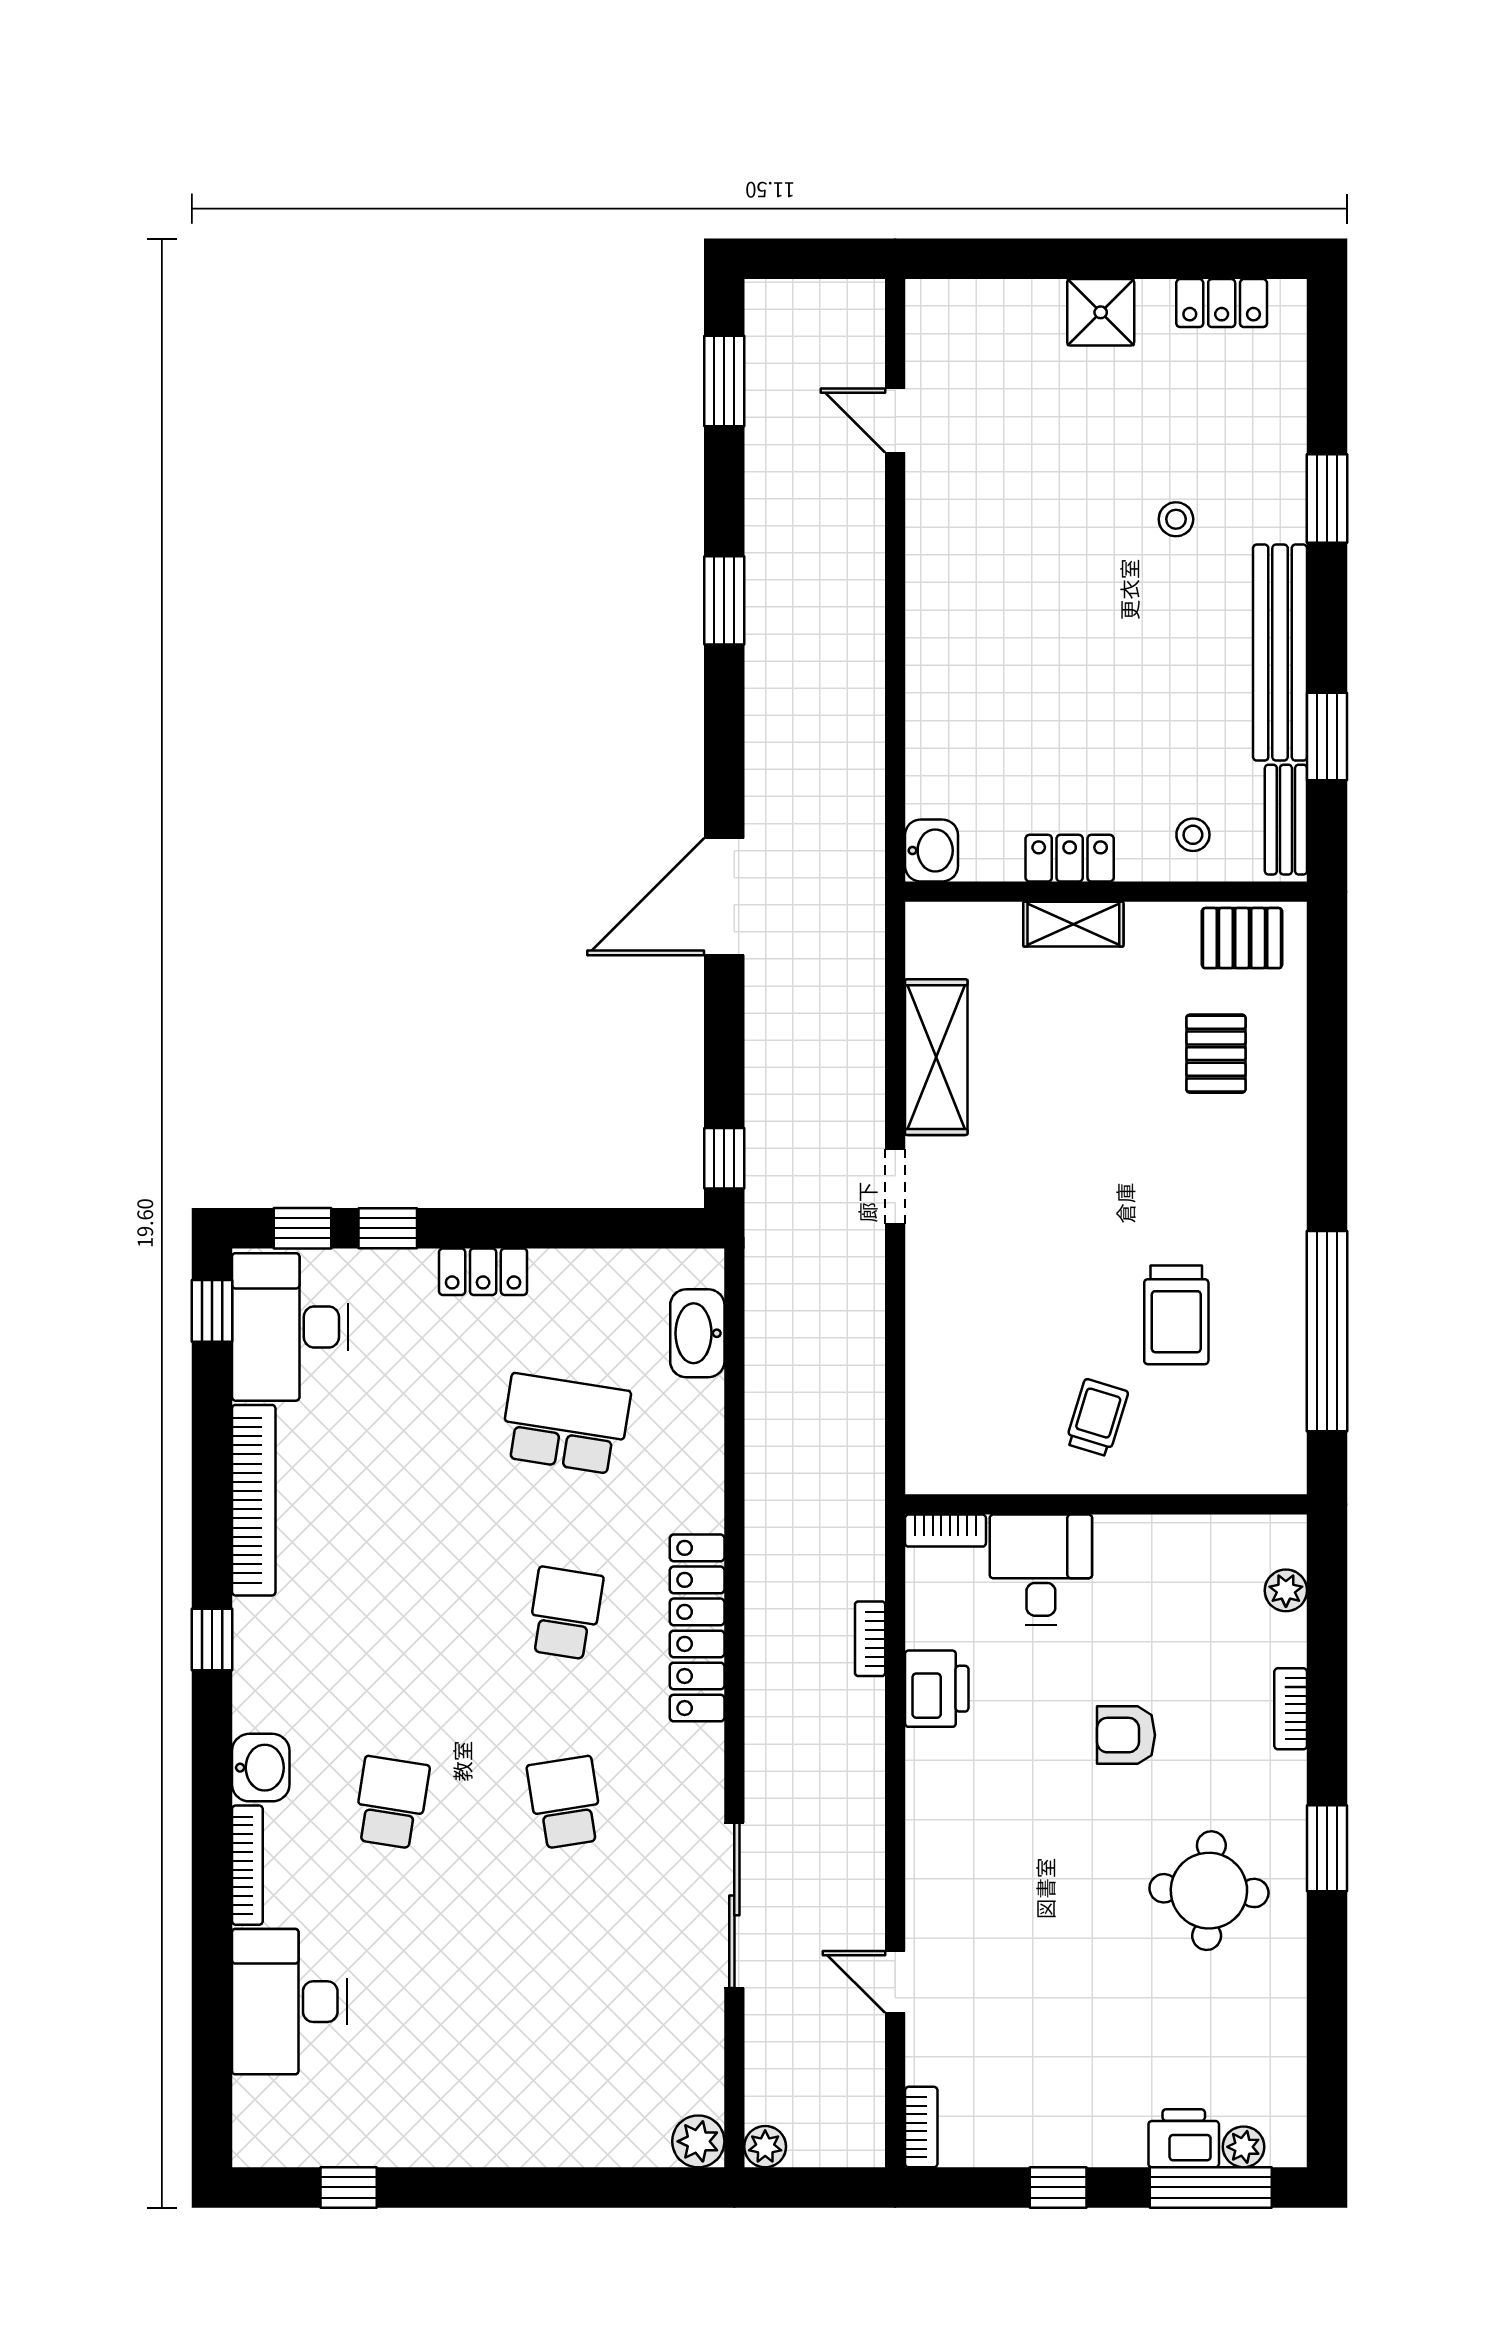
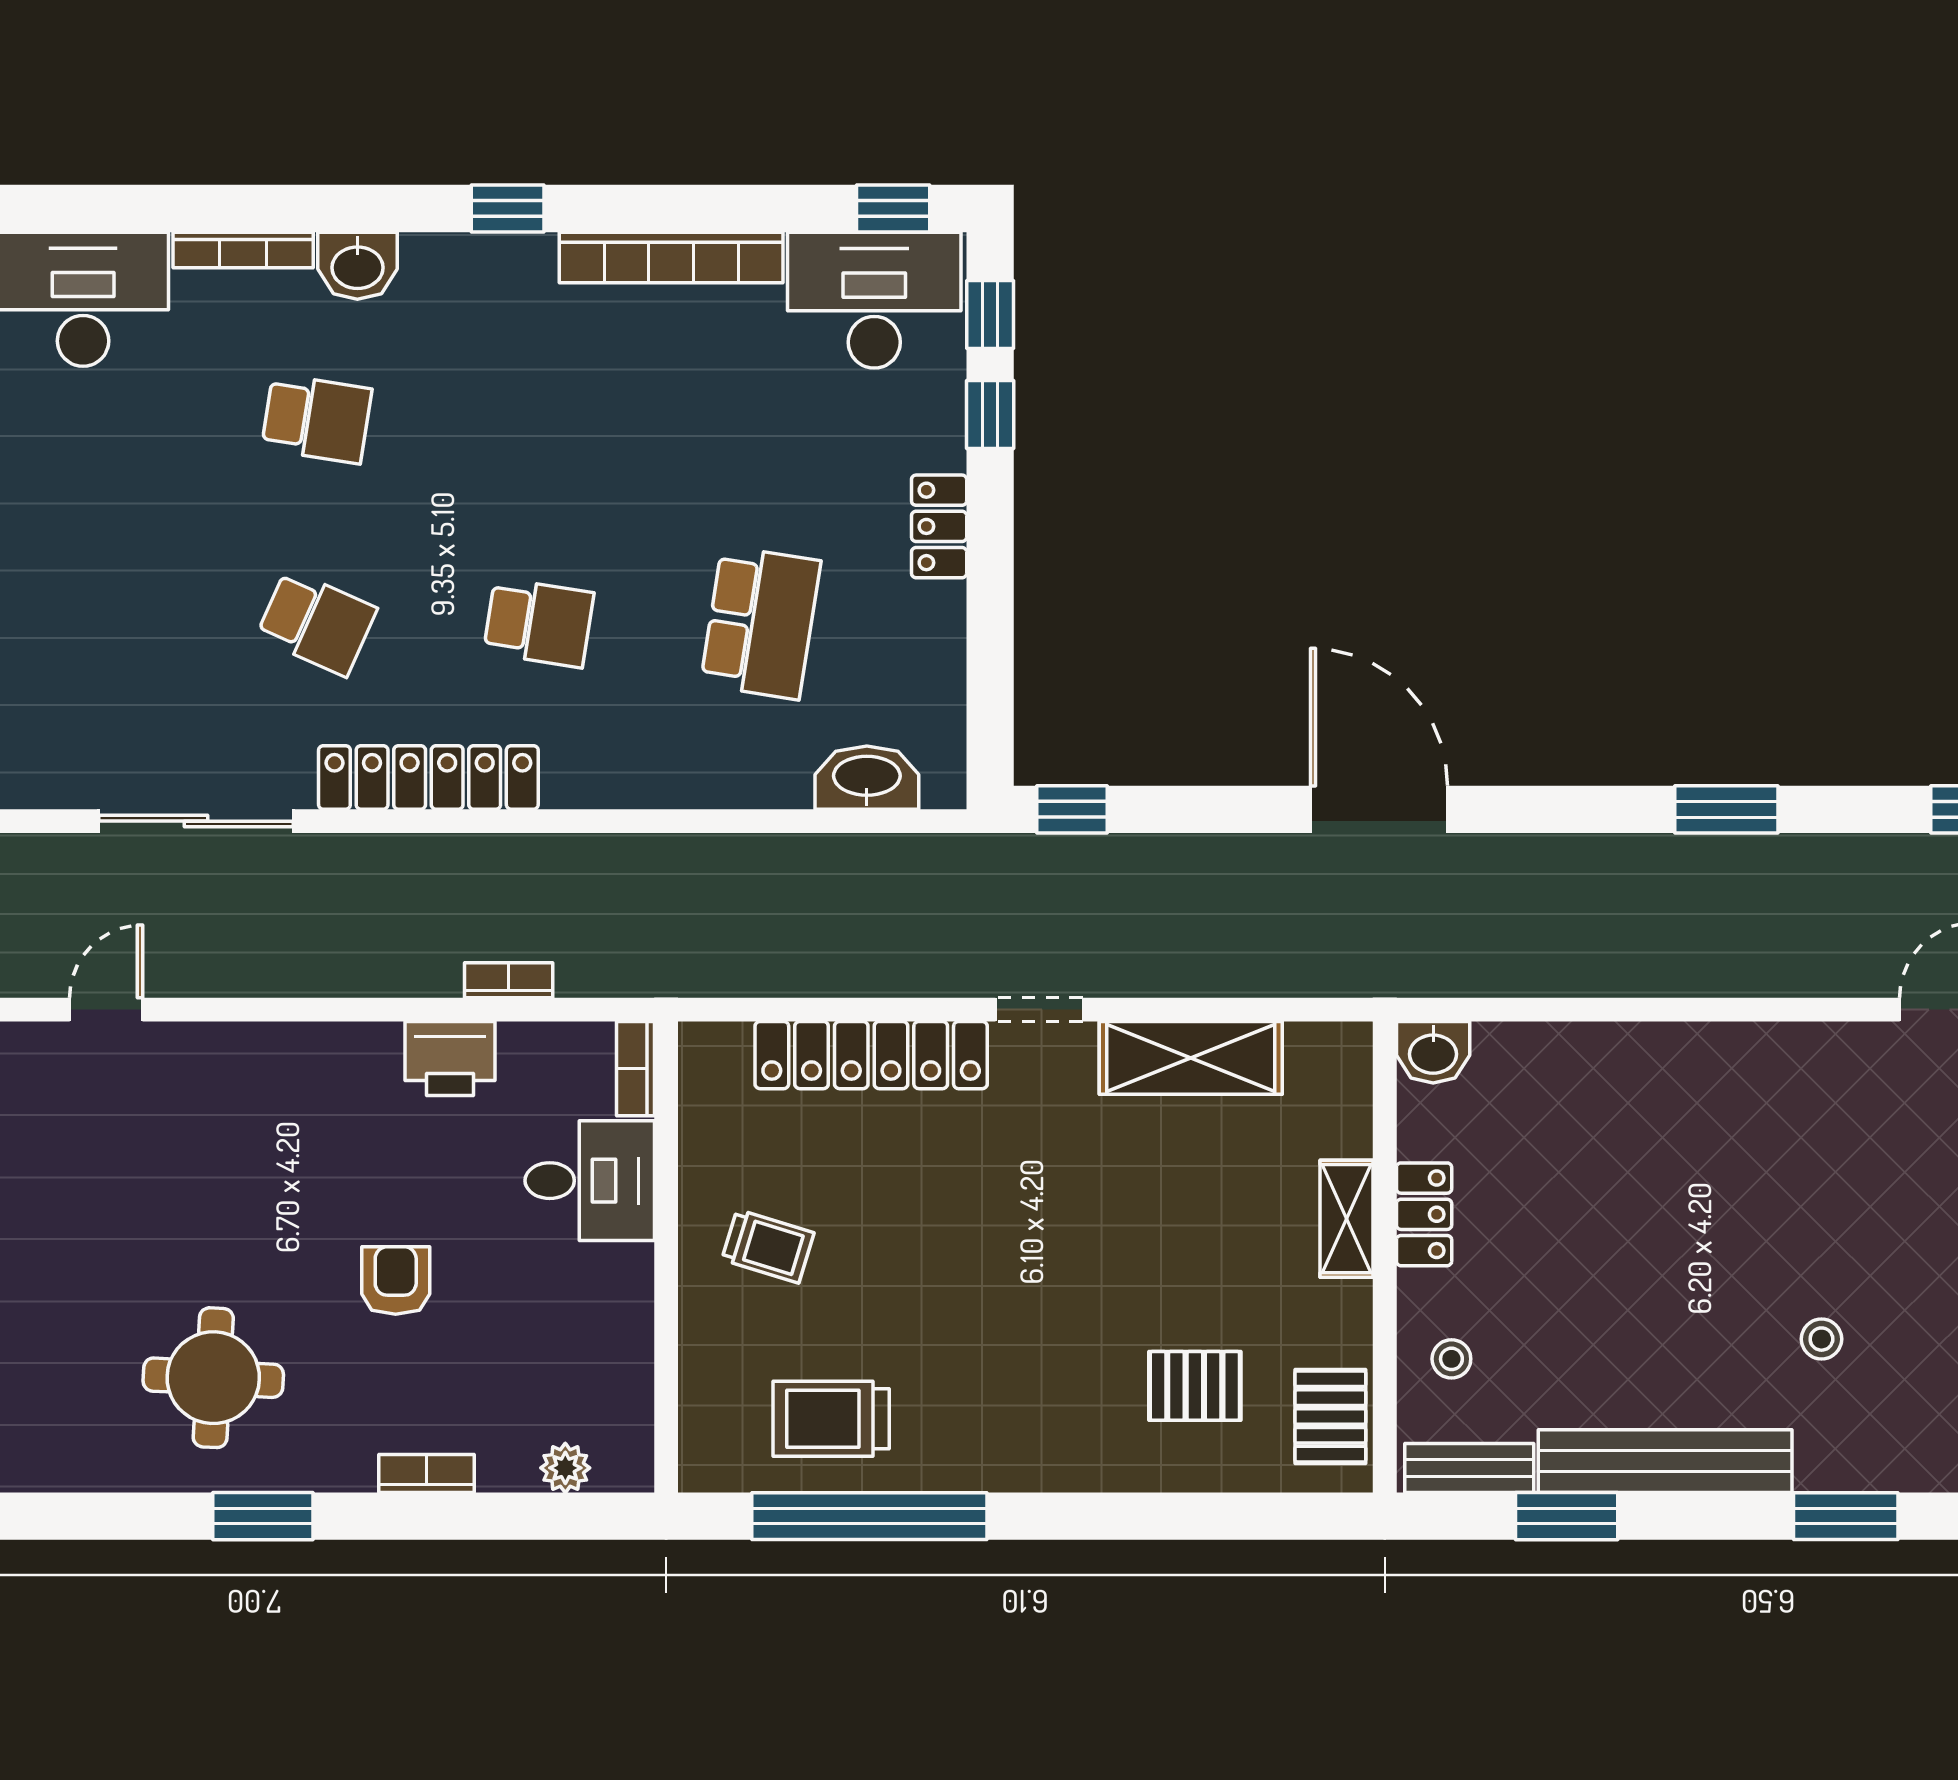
trolley: (1176, 1315) -> (831, 1419), moved
locker: (934, 1330) -> (871, 1055), added
locker: (697, 1628) -> (428, 777), moved
school desk: (565, 1802) -> (317, 623), turned 33

